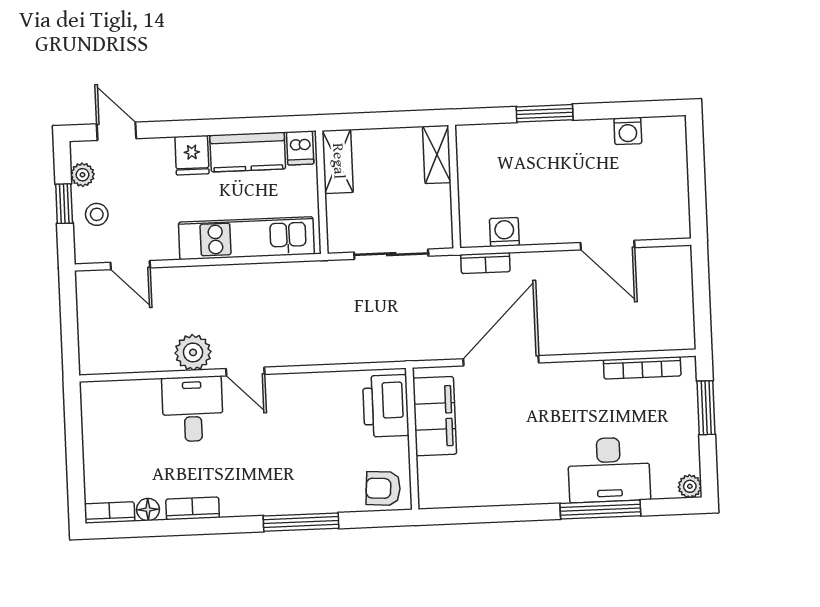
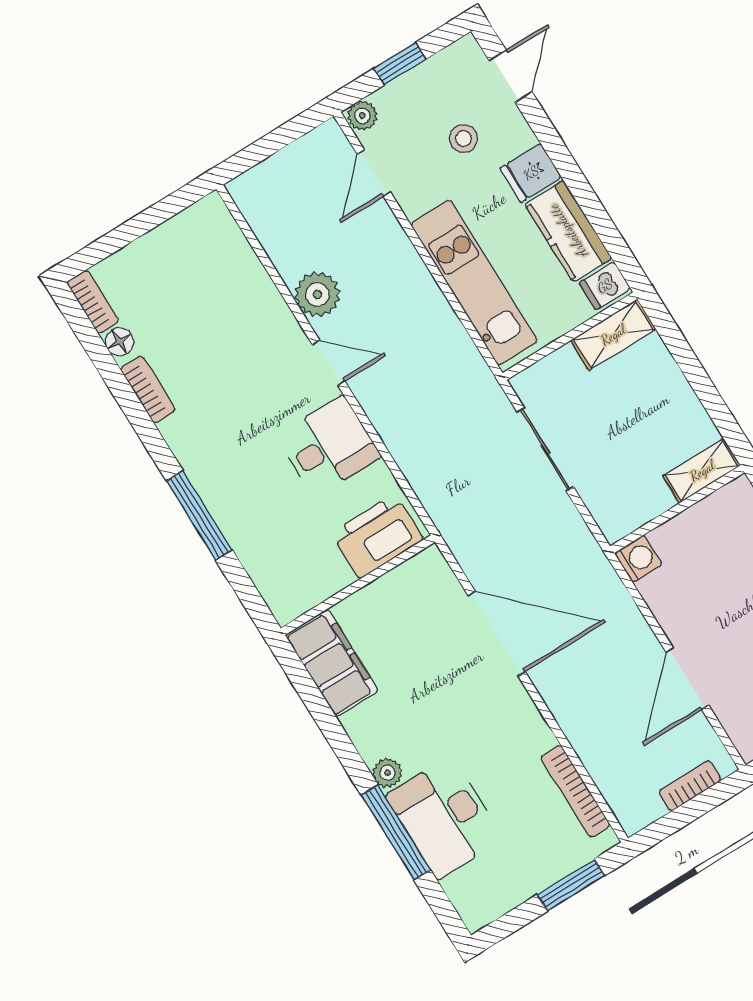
shelving: (437, 154) -> (702, 471), moved
plant: (82, 175) -> (362, 116), moved
wall: (454, 187) -> (677, 509), moved
stool: (97, 214) -> (463, 139), moved
bookcase: (485, 263) -> (690, 786), moved, turned 90
door: (245, 372) -> (329, 363), swing flipped
desk: (193, 409) -> (329, 446), moved
filing cabinet: (435, 416) -> (332, 663), moved, turned -90
plant: (690, 486) -> (387, 773), moved
armchair: (383, 488) -> (286, 584), removed

